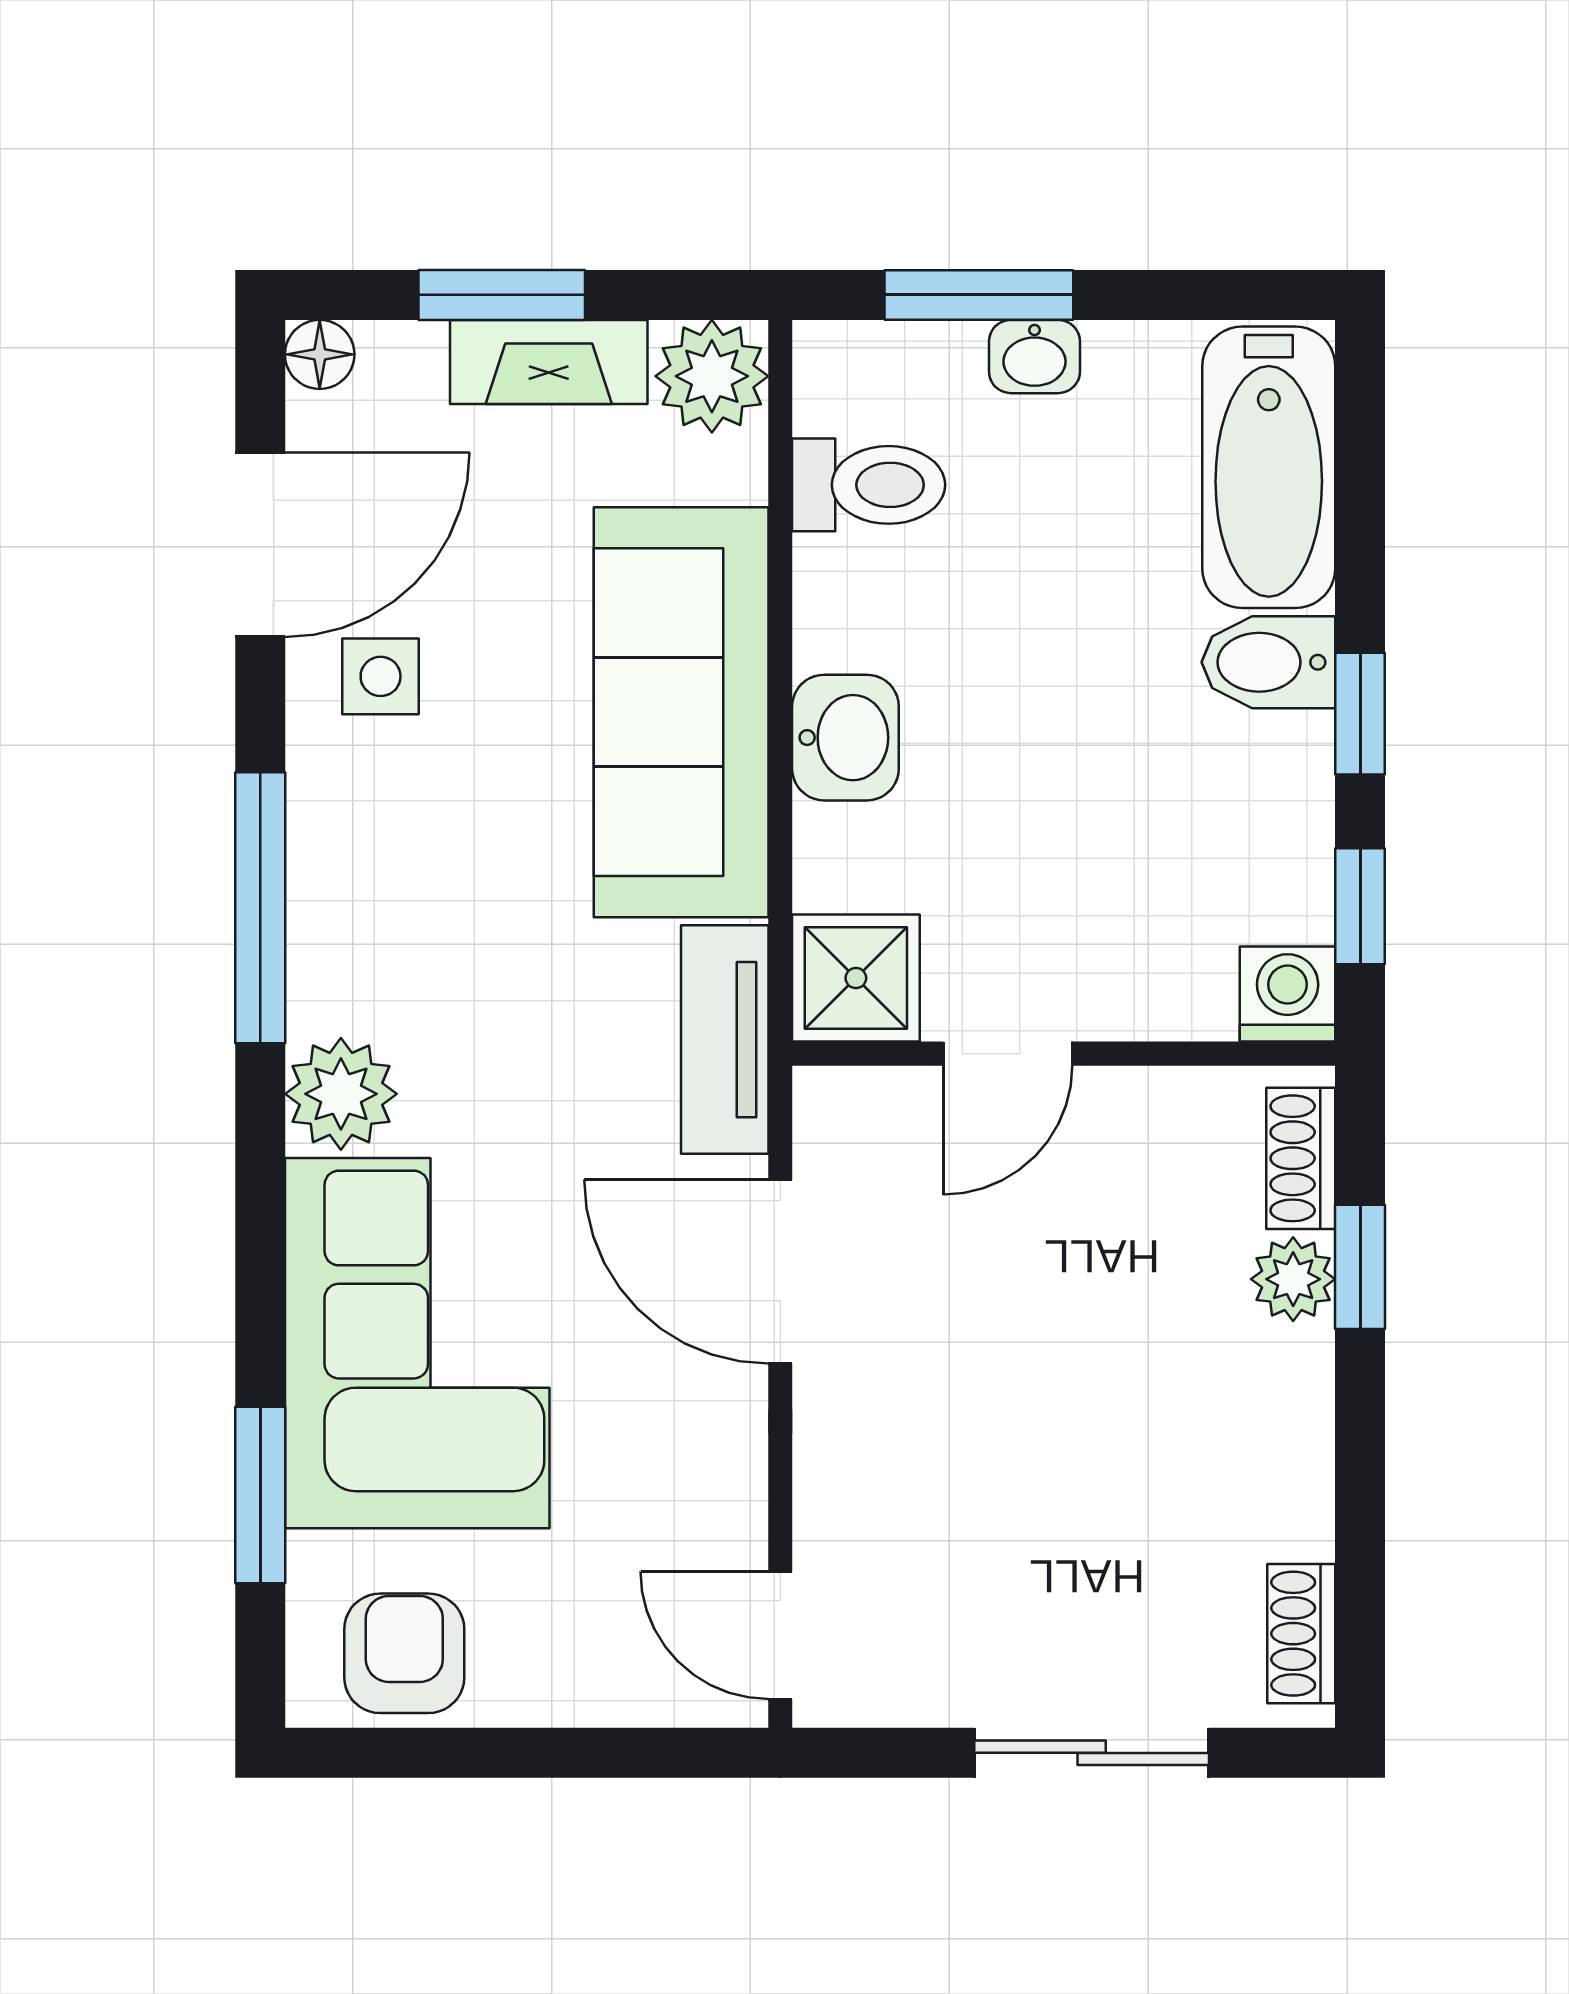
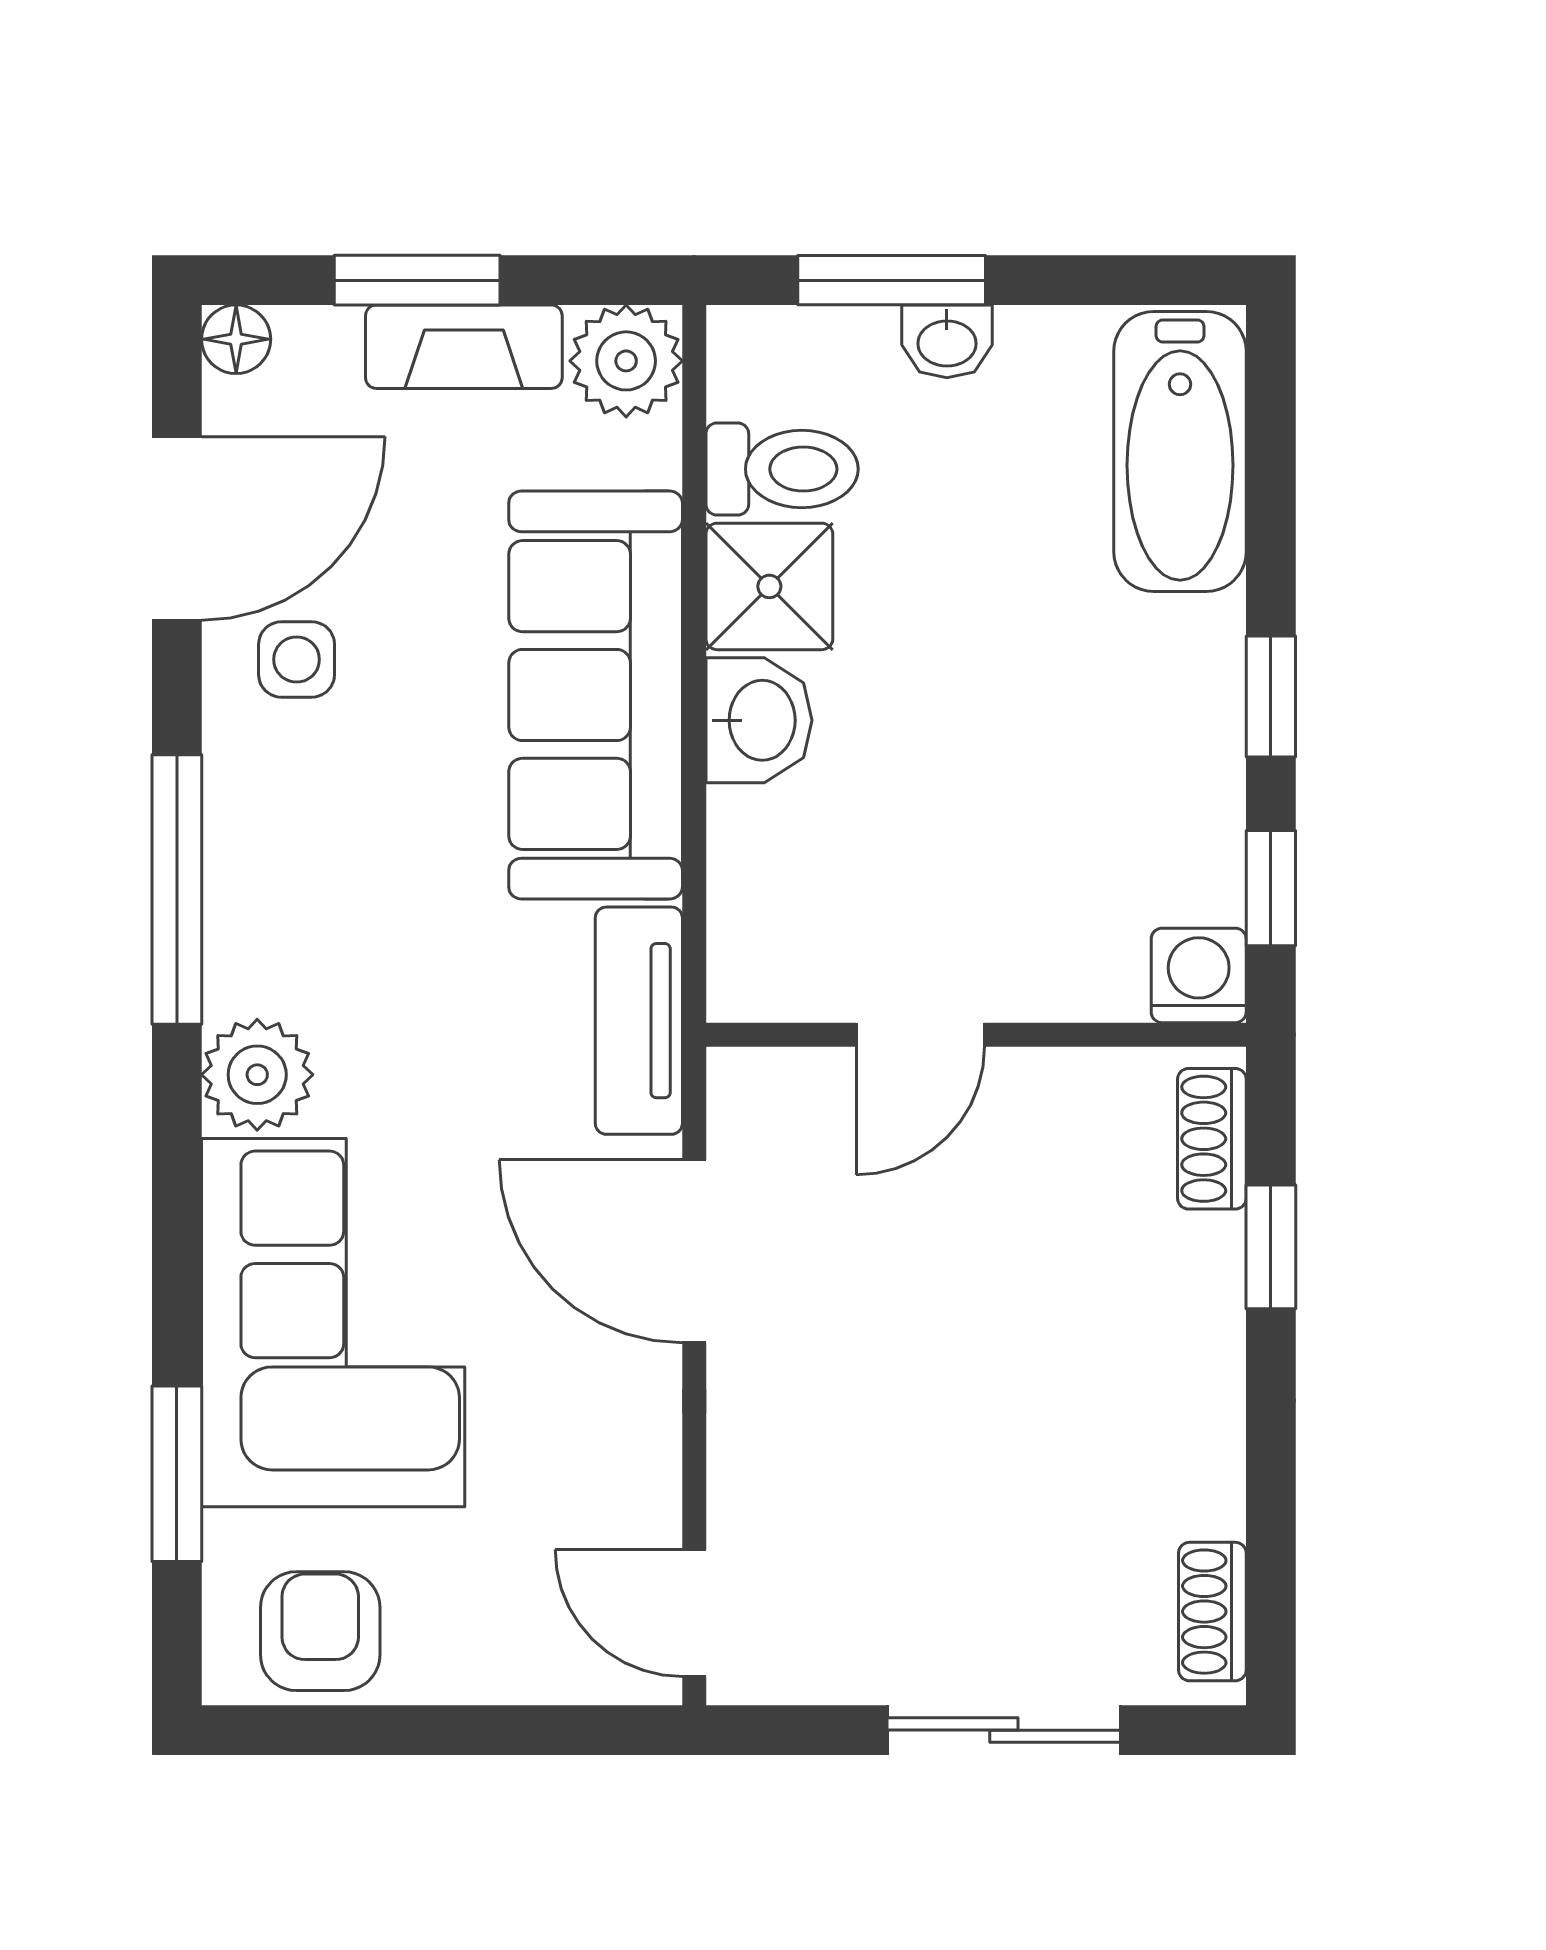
bidet: (1268, 662) -> (1180, 645), removed
shower: (856, 978) -> (769, 586), moved
plant: (1293, 1279) -> (1204, 1259), removed

